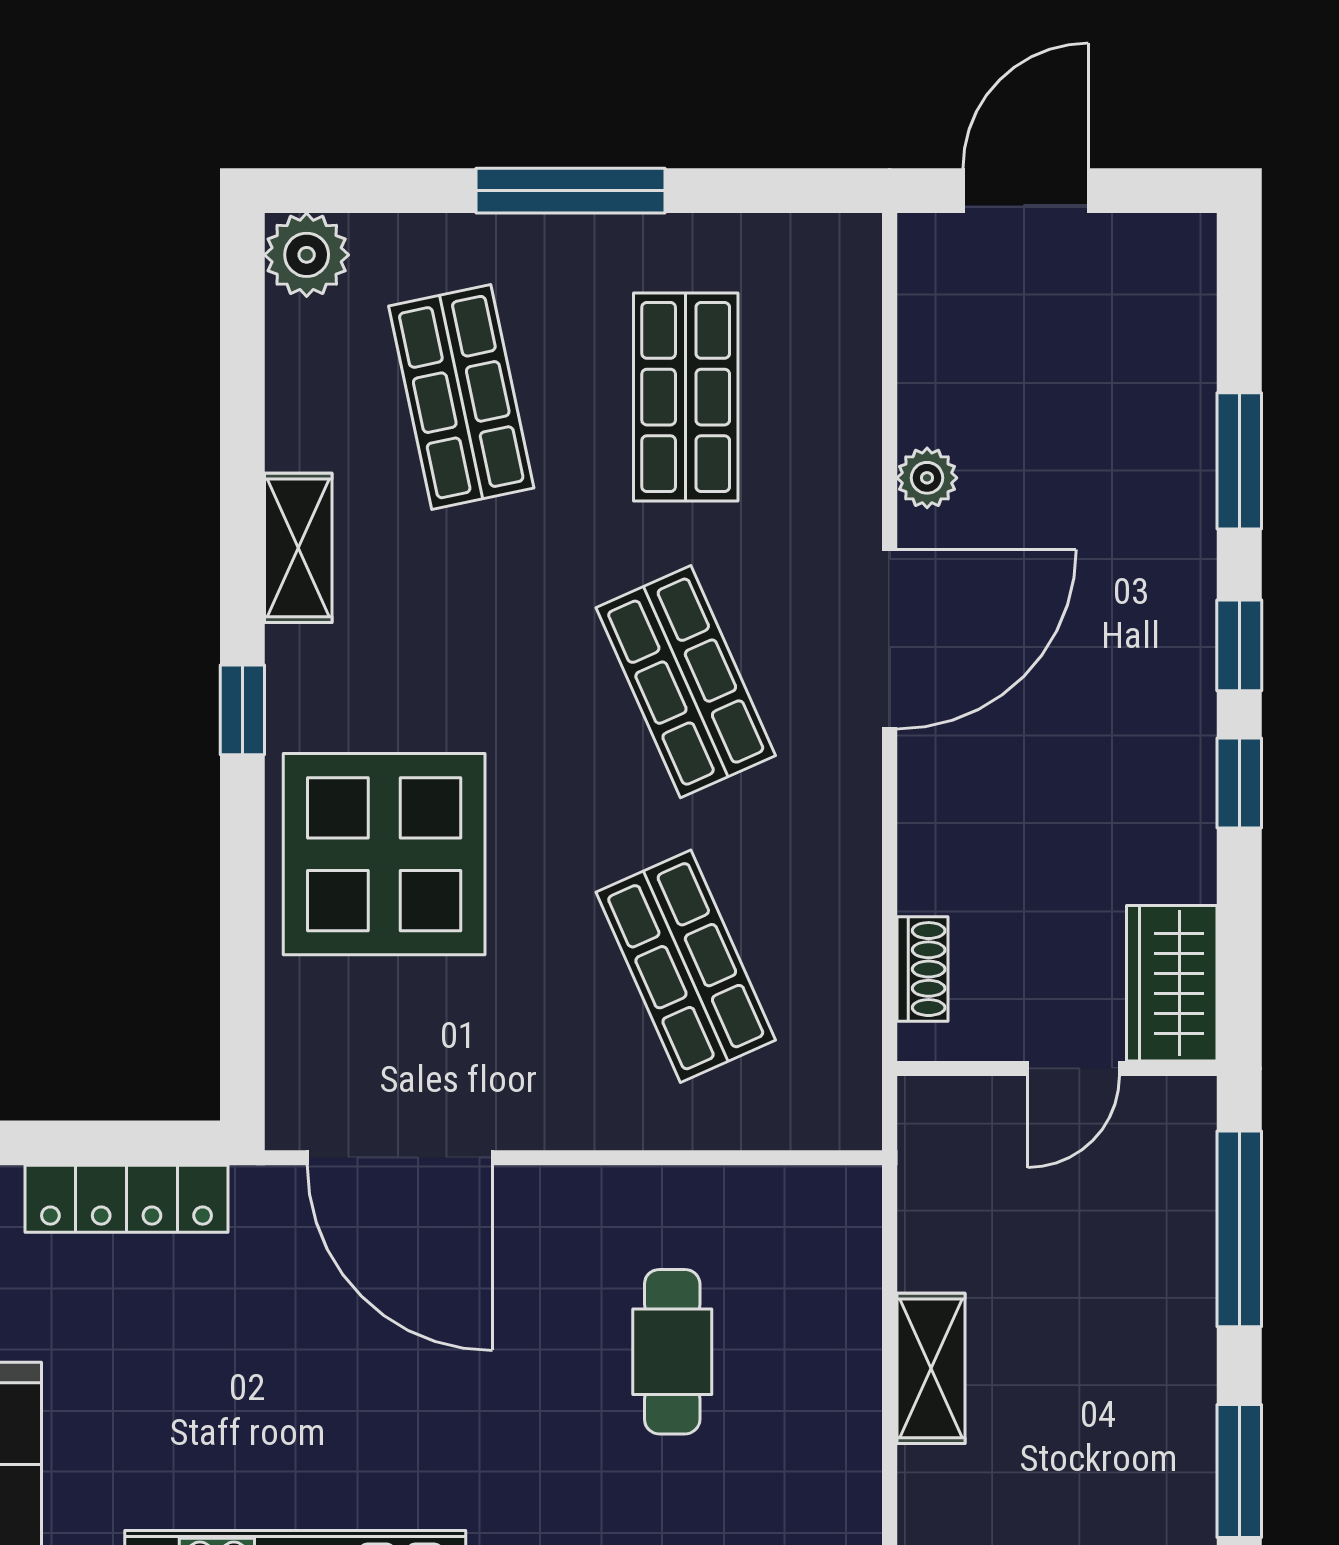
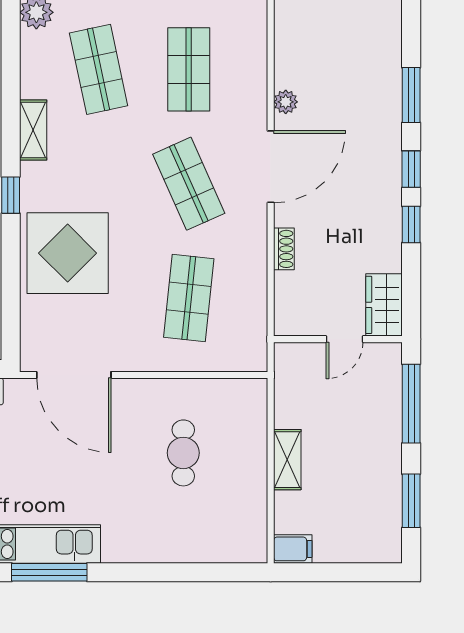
shop shelf: (686, 966) -> (189, 298), turned 30
shoe rack: (922, 969) -> (284, 249), moved

